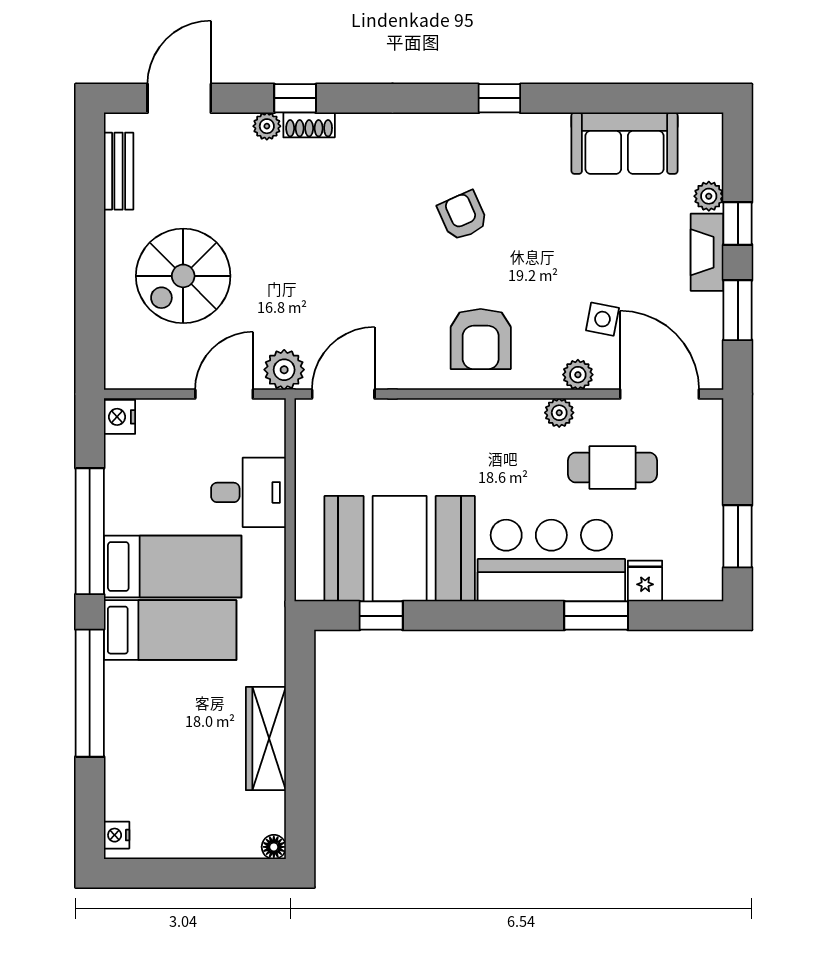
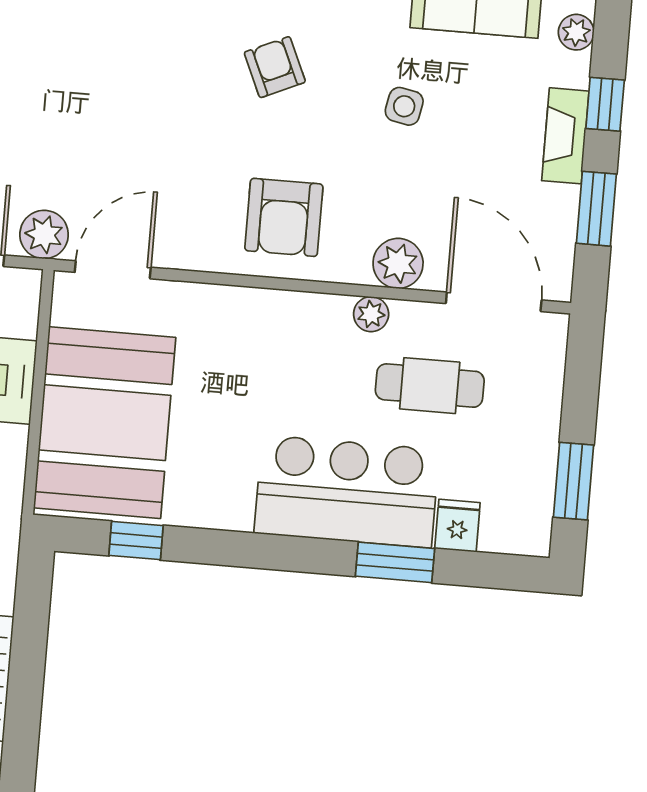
plant: (709, 196) -> (576, 32), moved
side table: (602, 319) -> (404, 106), moved
plant: (578, 375) -> (398, 263), width x1.38, depth x1.38
booth: (400, 549) -> (105, 423), moved, turned 90

